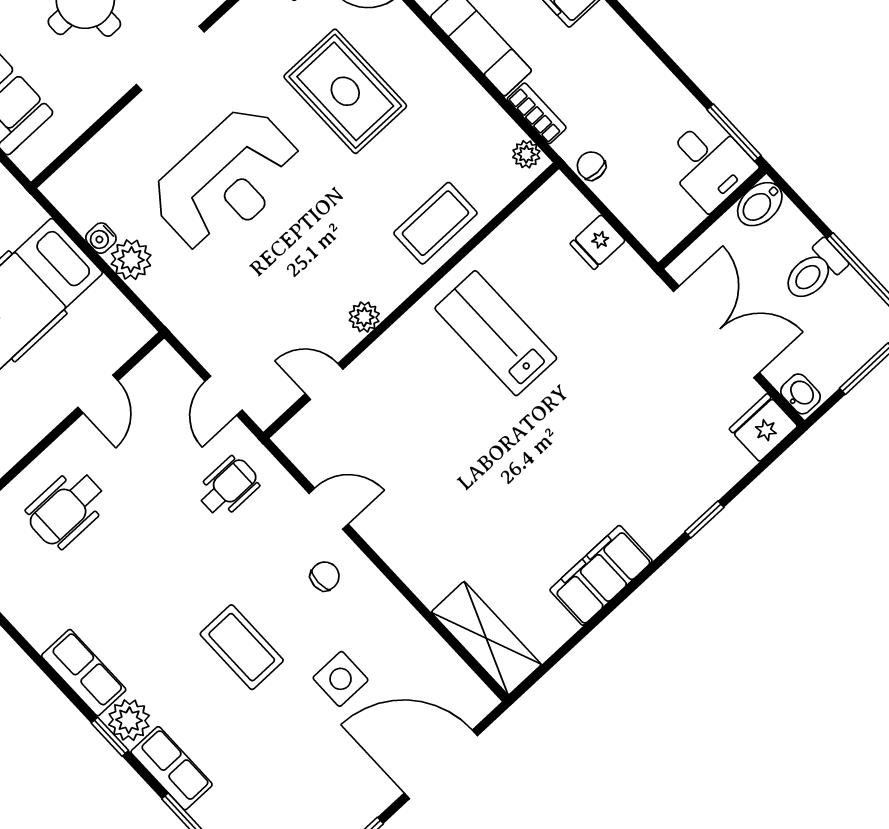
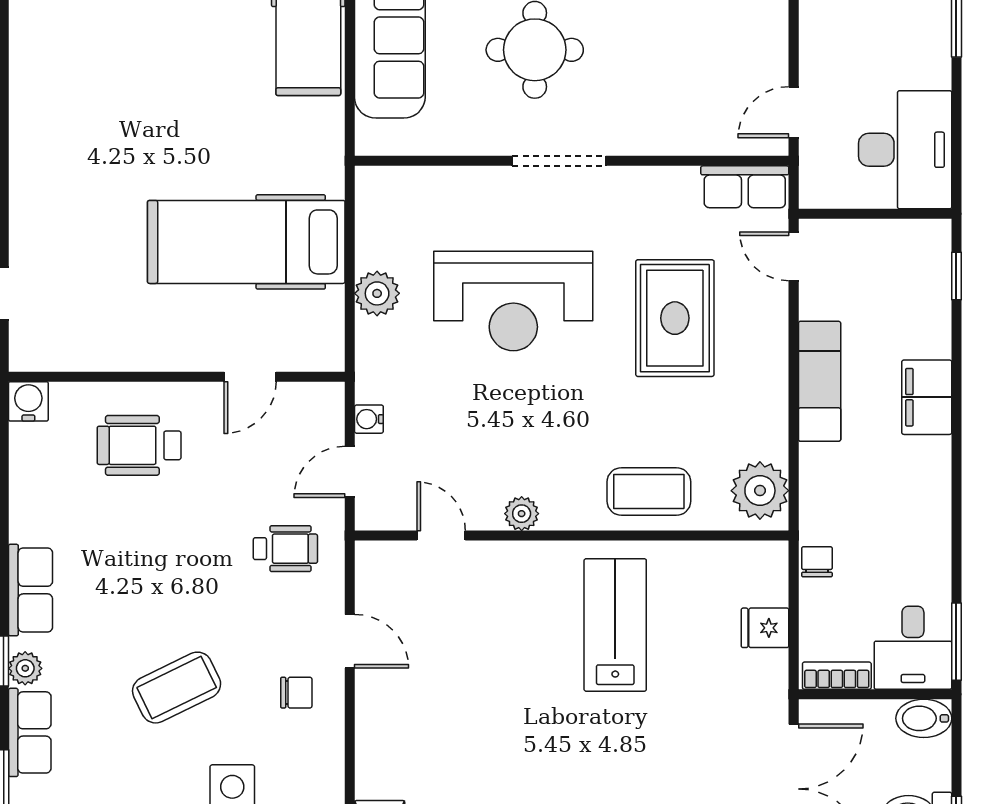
bookcase: (537, 113) -> (837, 676), moved, turned -90
plant: (526, 154) -> (760, 491), width x1.88, depth x1.88
water cooler: (101, 238) -> (369, 419), moved
coffee table: (242, 647) -> (177, 688), turned 64
plant: (129, 720) -> (25, 668), width x0.73, depth x0.73

